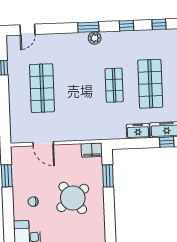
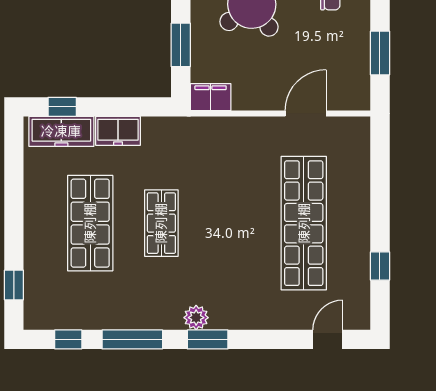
window: (126, 26) -> (132, 339), width x2.17
shop shelf: (42, 88) -> (304, 223), width x1.40
door: (43, 144) -> (306, 114), hinge flipped

